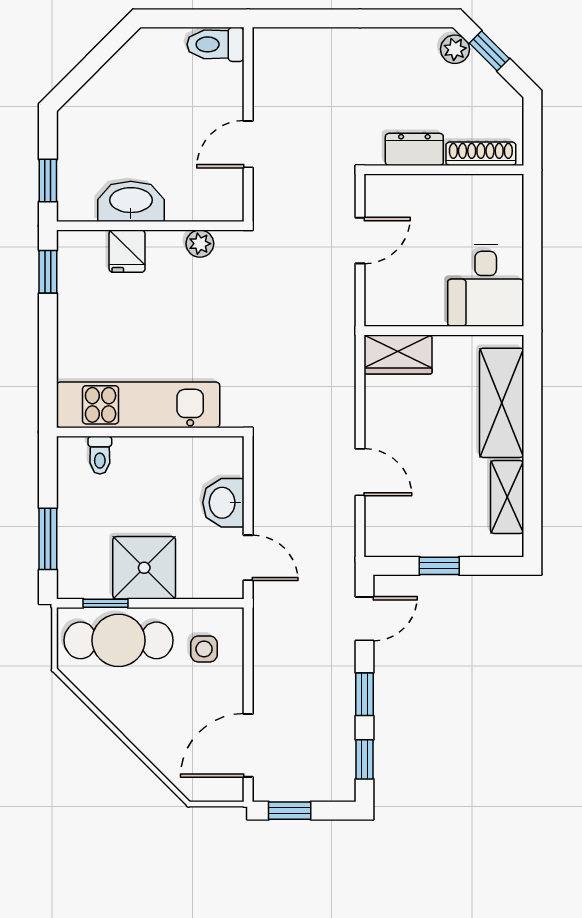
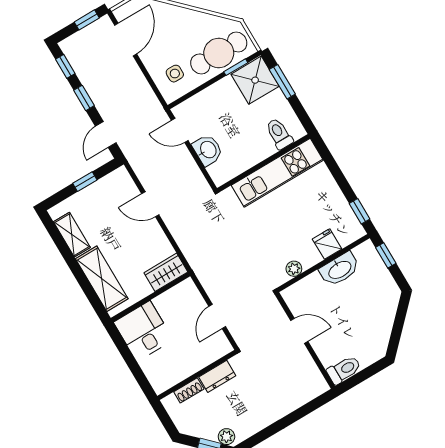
door: (248, 144) -> (299, 331), hinge flipped
shoe rack: (481, 154) -> (189, 390), width x0.70
toilet: (100, 455) -> (279, 134), width x1.37, depth x1.39
shower: (144, 568) -> (255, 80), moved

